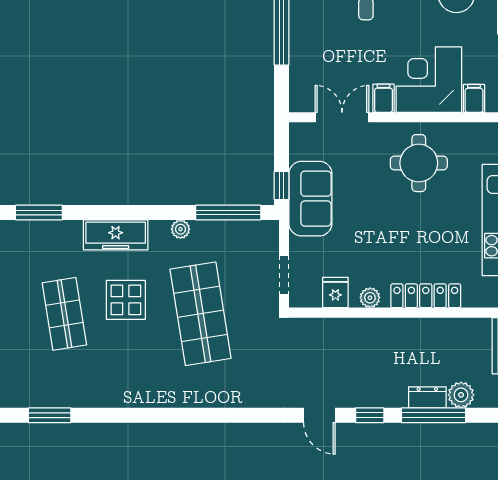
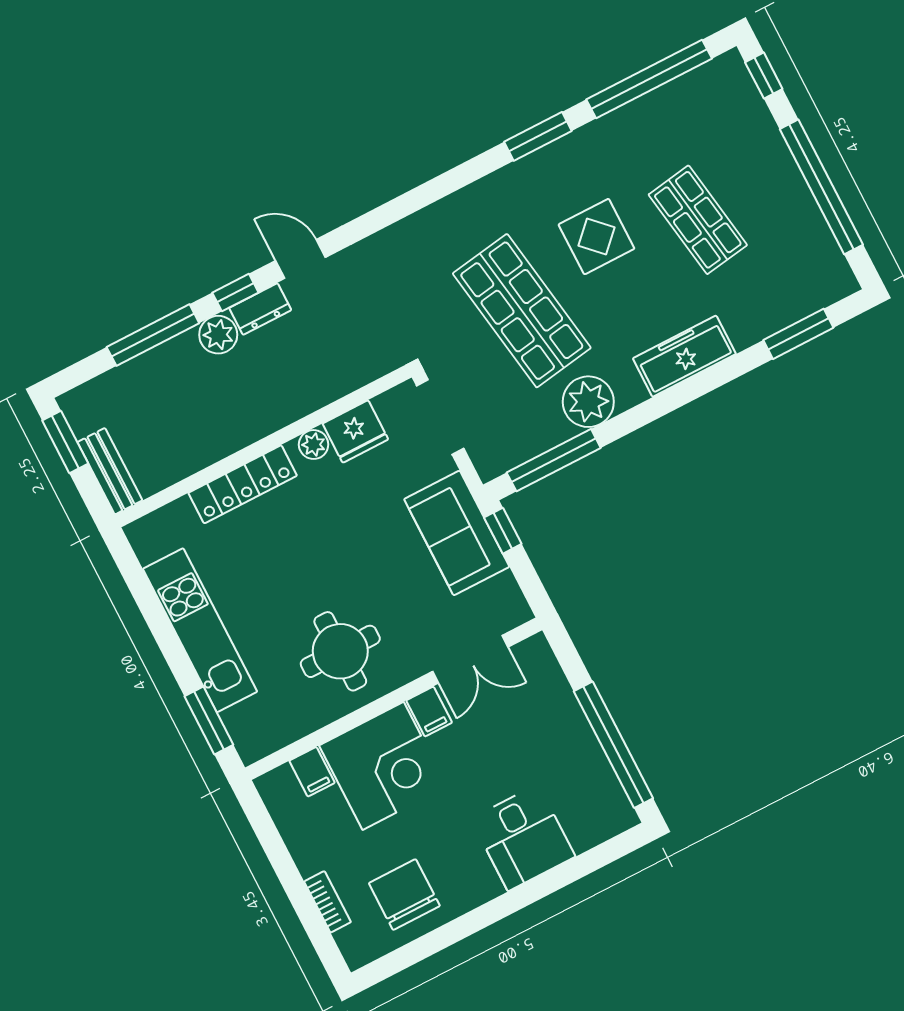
plant: (180, 229) -> (588, 402), width x1.87, depth x1.87
doorway: (284, 275) -> (440, 417), width x1.38
fridge: (335, 293) -> (355, 432), width x1.38
display table: (126, 300) -> (596, 237), moved
plant: (461, 395) -> (218, 335), moved
dresser: (427, 397) -> (260, 309), moved
window: (50, 415) -> (649, 79), width x2.11
window: (136, 415) -> (538, 136), added

